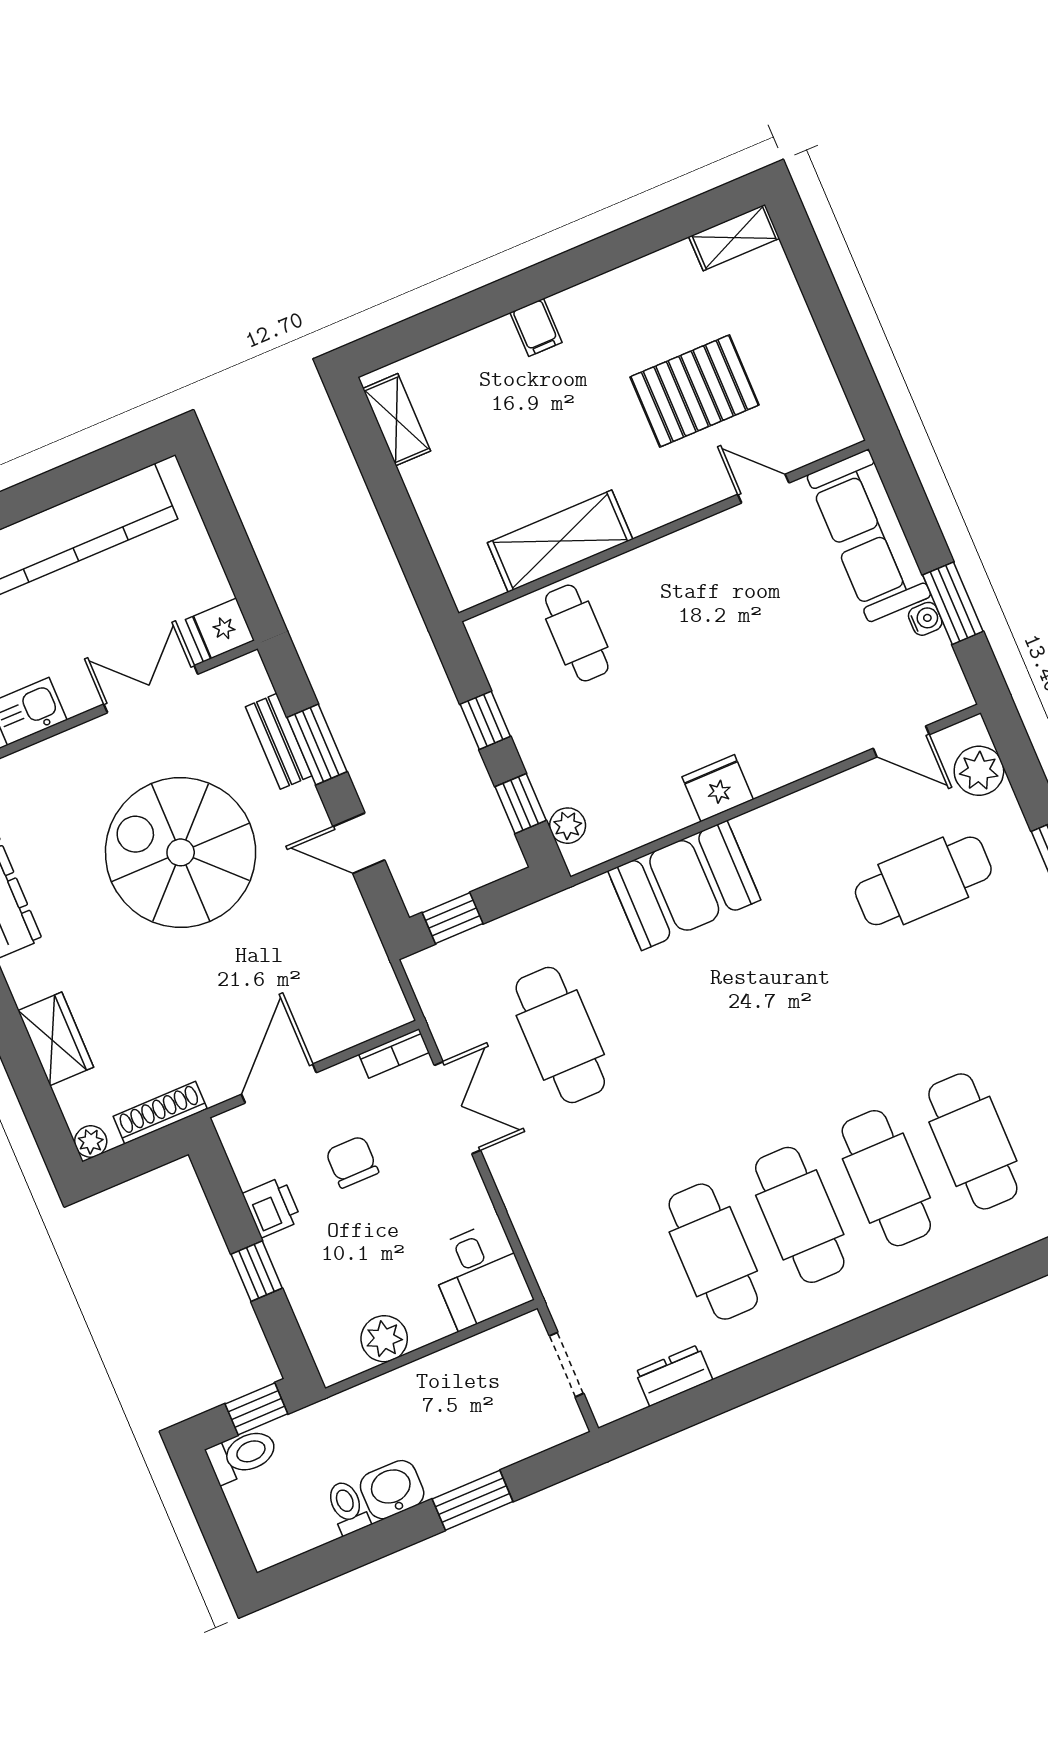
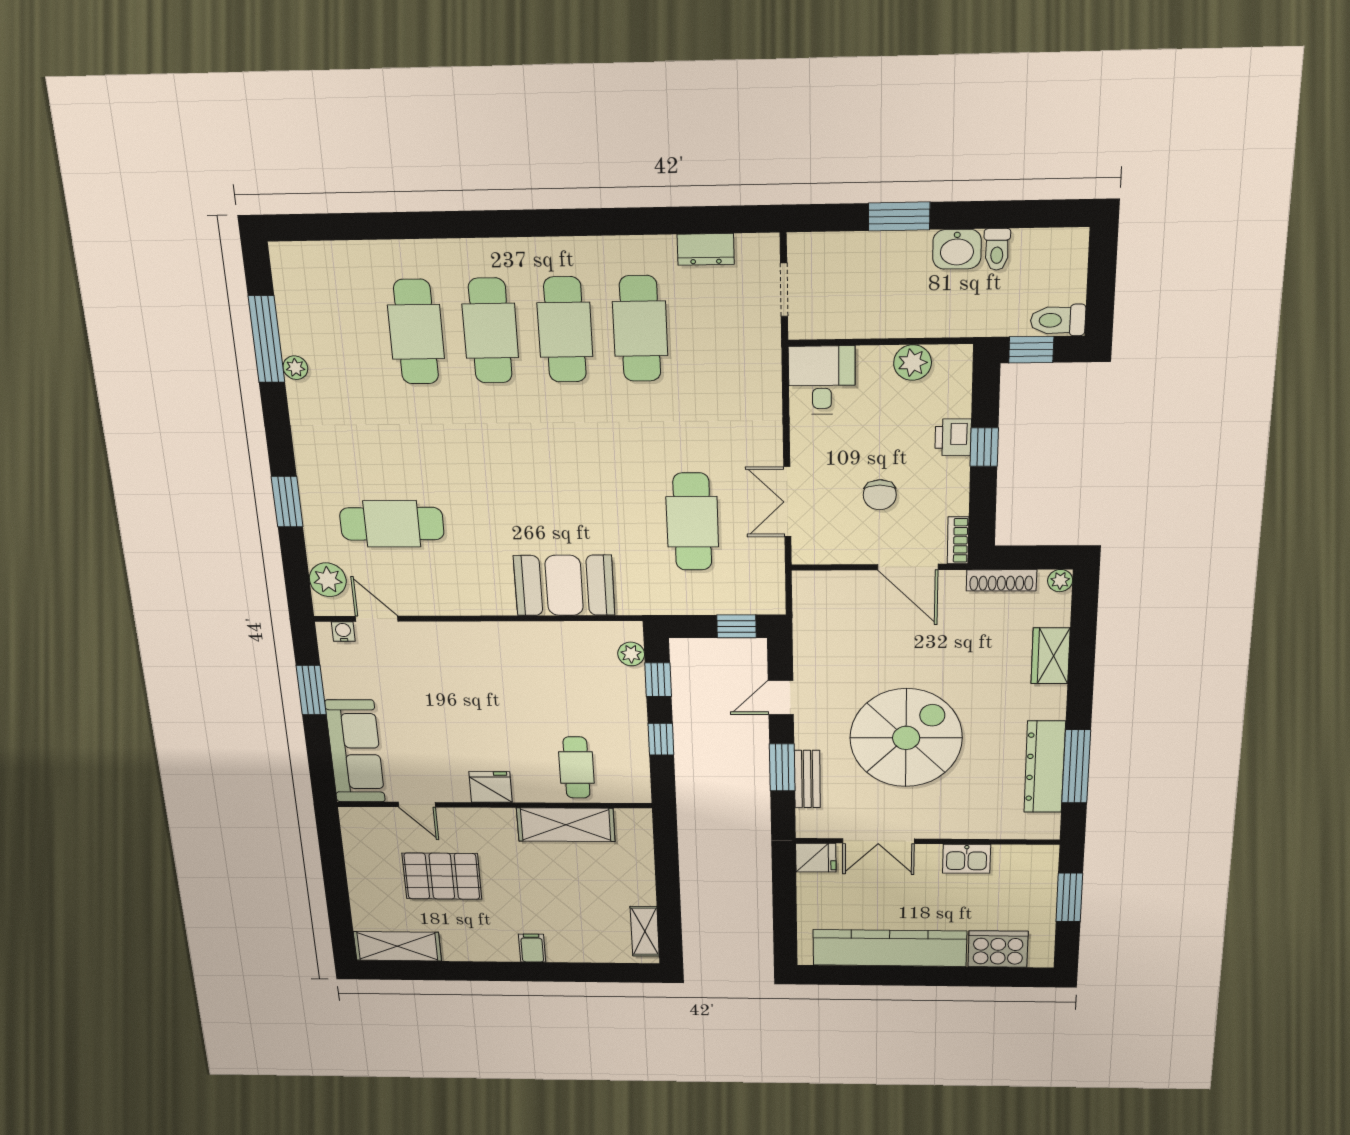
shelving: (734, 238) -> (397, 946), width x1.50, depth x1.33
water cooler: (925, 619) -> (343, 632), moved, turned 90
fridge: (718, 788) -> (491, 787), moved, turned 180
door: (359, 843) -> (781, 697), swing flipped
spiral stairs: (181, 852) -> (906, 738), turned -90
bookcase: (394, 1053) -> (958, 540), moved, turned -90
door: (279, 1083) -> (908, 567), hinge flipped
printer: (272, 1207) -> (953, 437), moved

